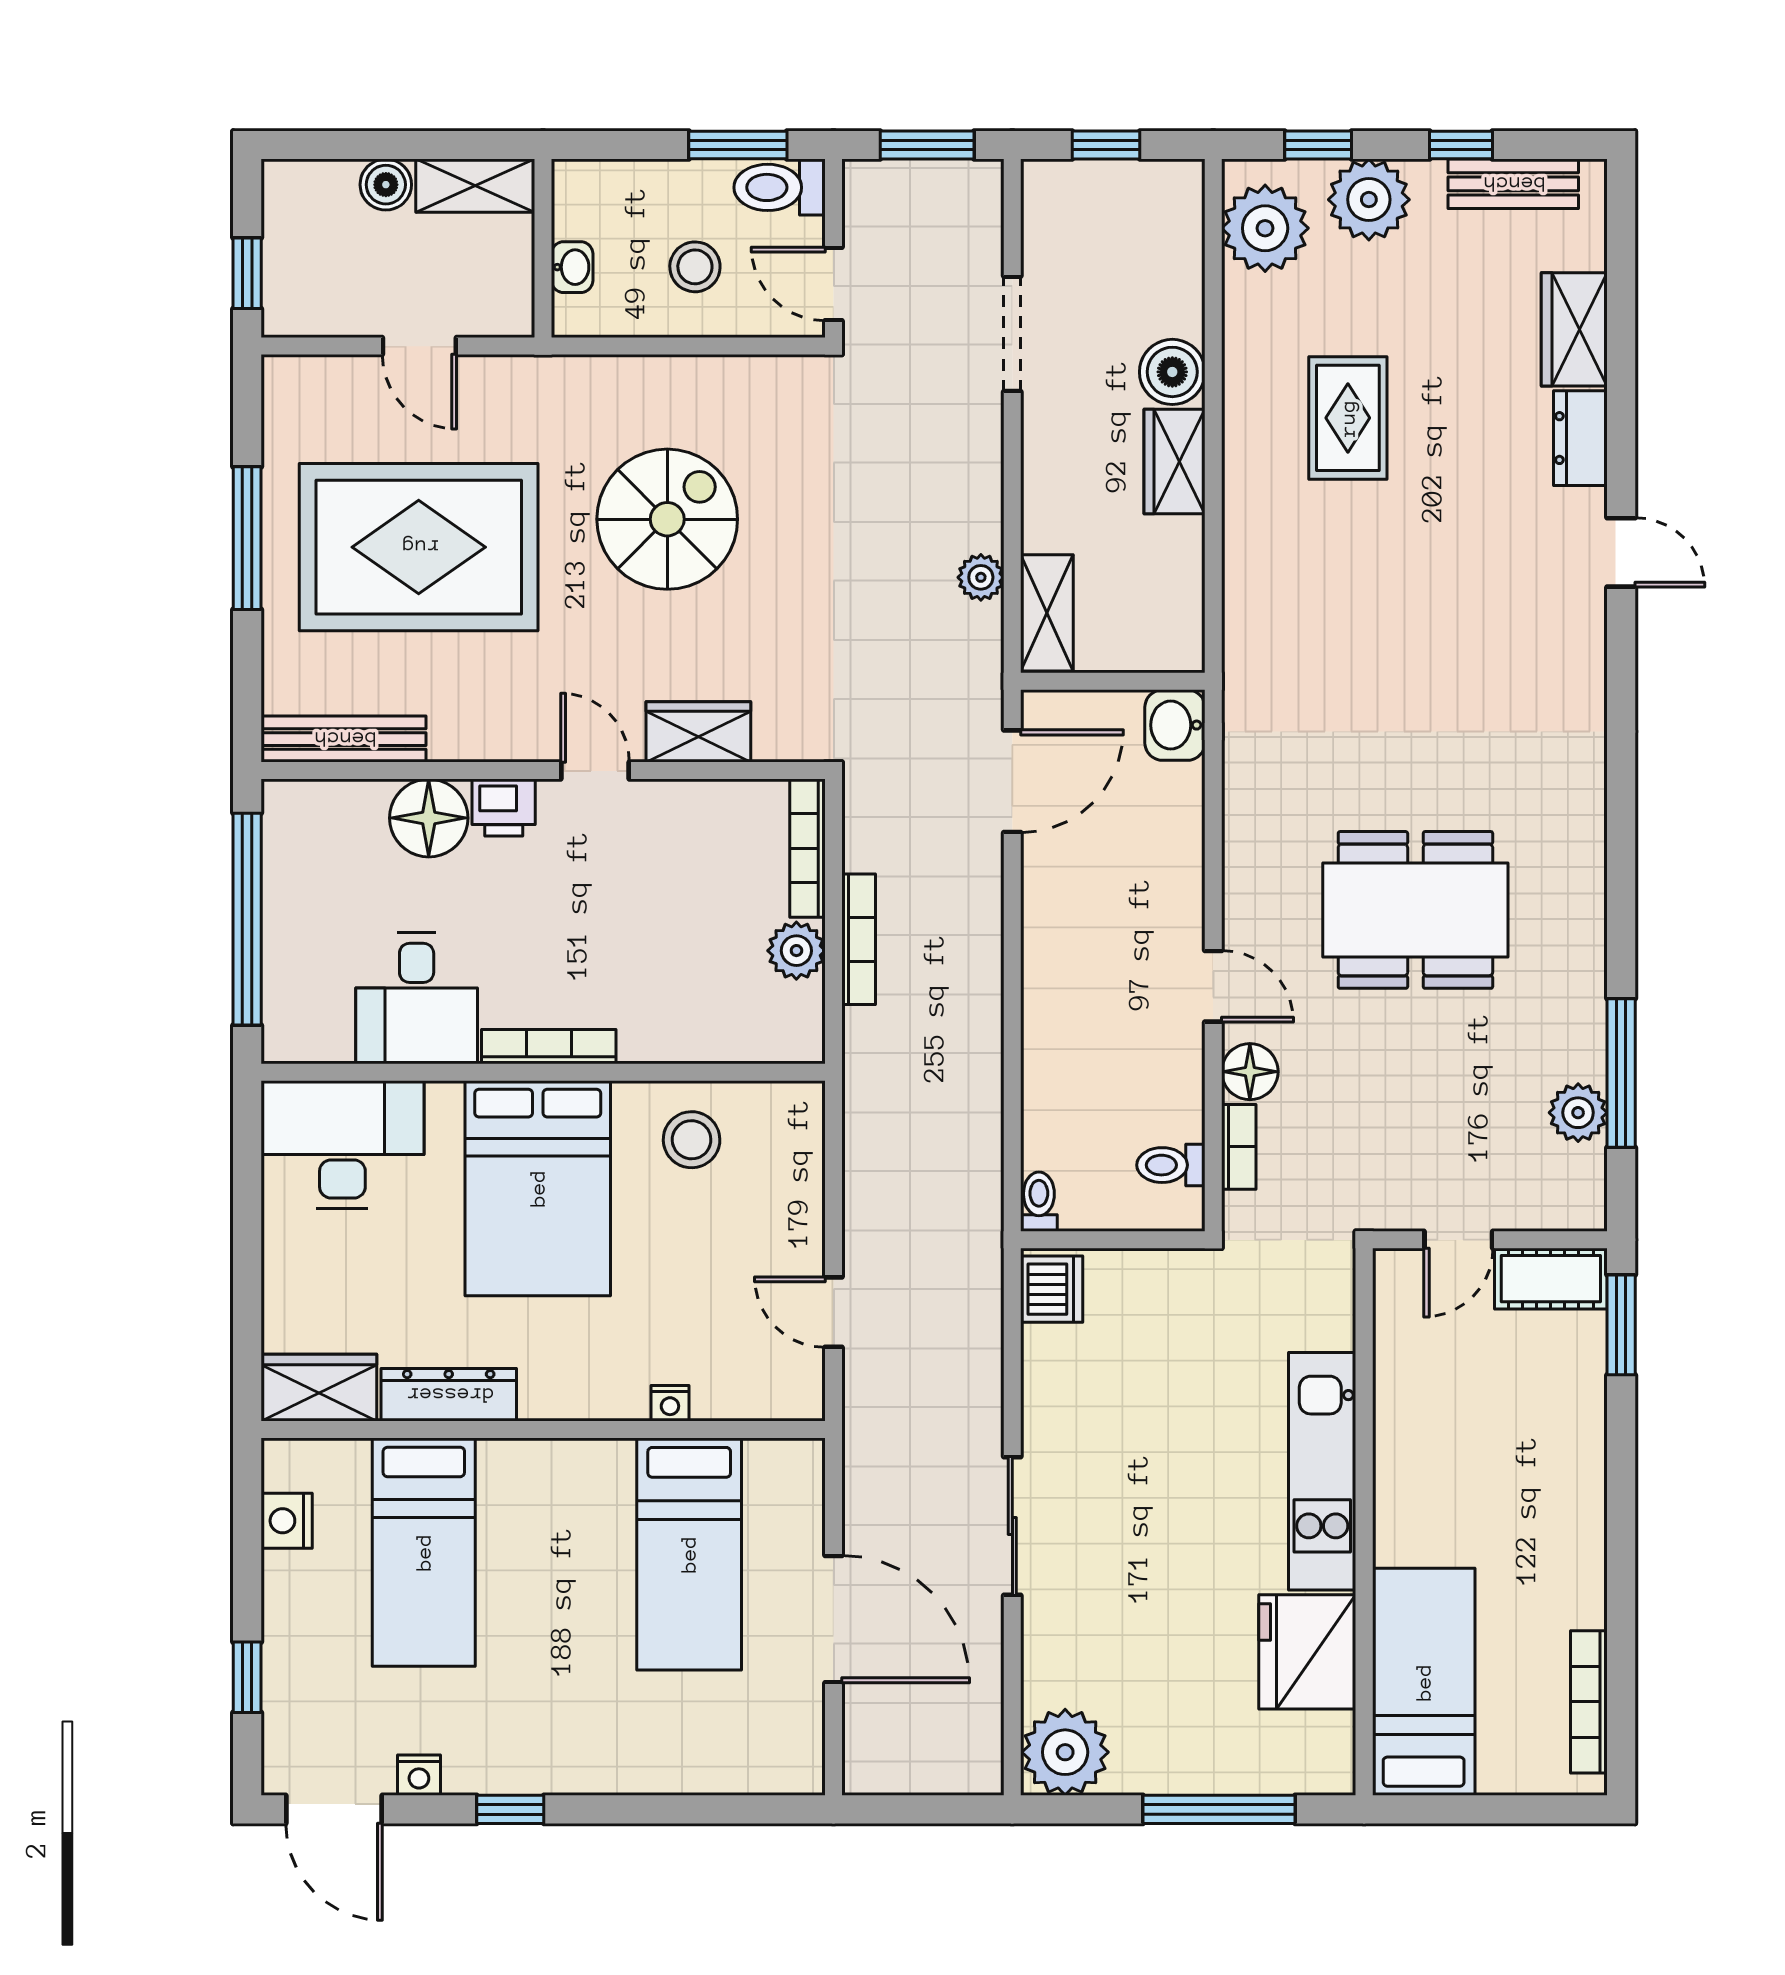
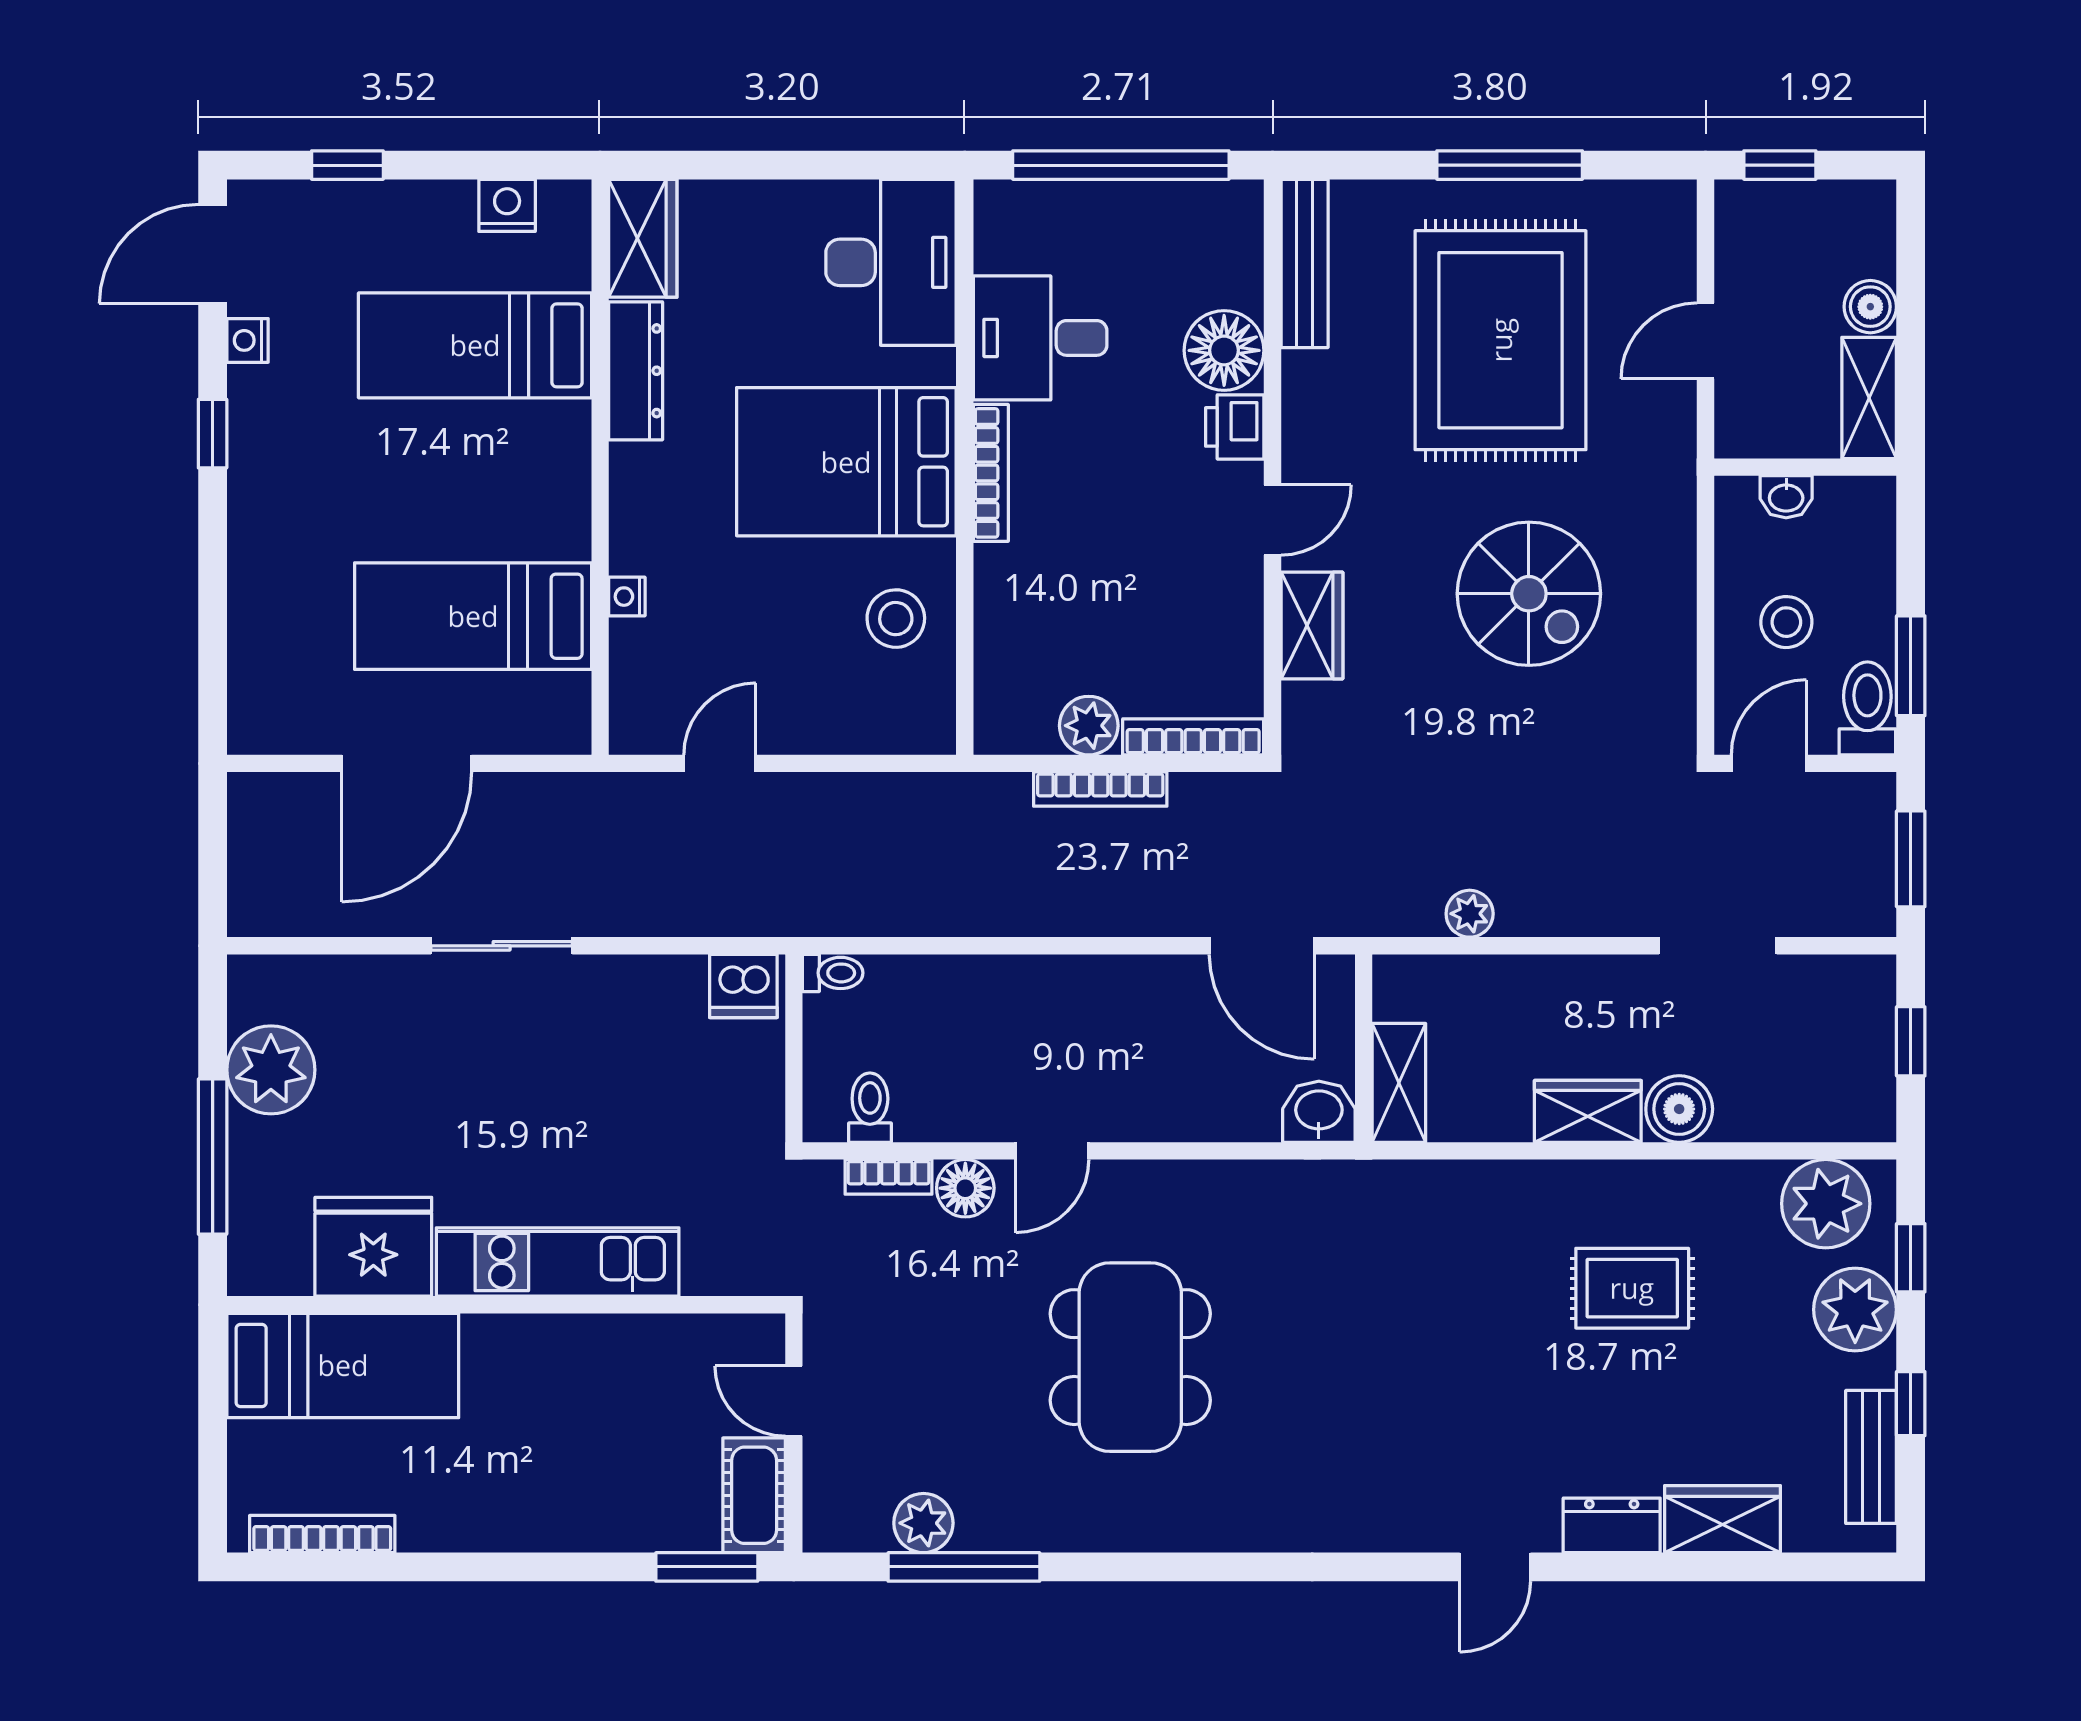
shelving: (1047, 613) -> (1399, 1083), moved, turned 90
plant: (1065, 1752) -> (271, 1070), moved

